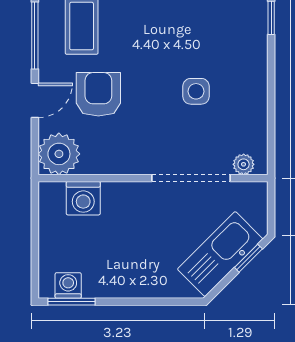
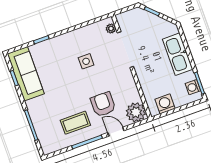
armchair: (98, 94) -> (103, 104), turned 90
washing machine: (83, 198) -> (165, 104), moved, turned -90
kitchen sink: (220, 254) -> (178, 54), moved, turned 45

